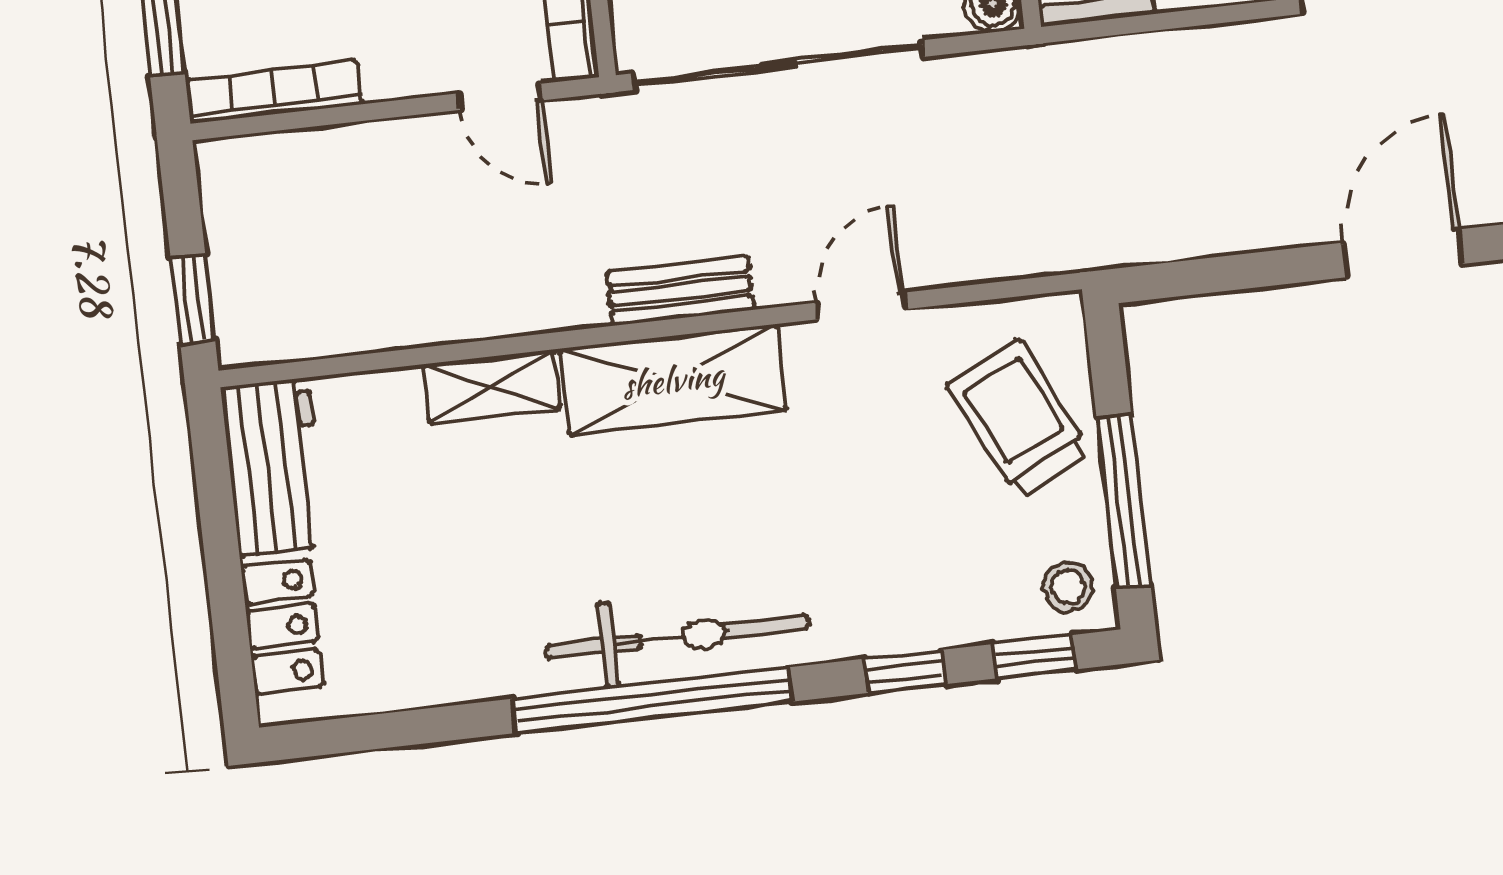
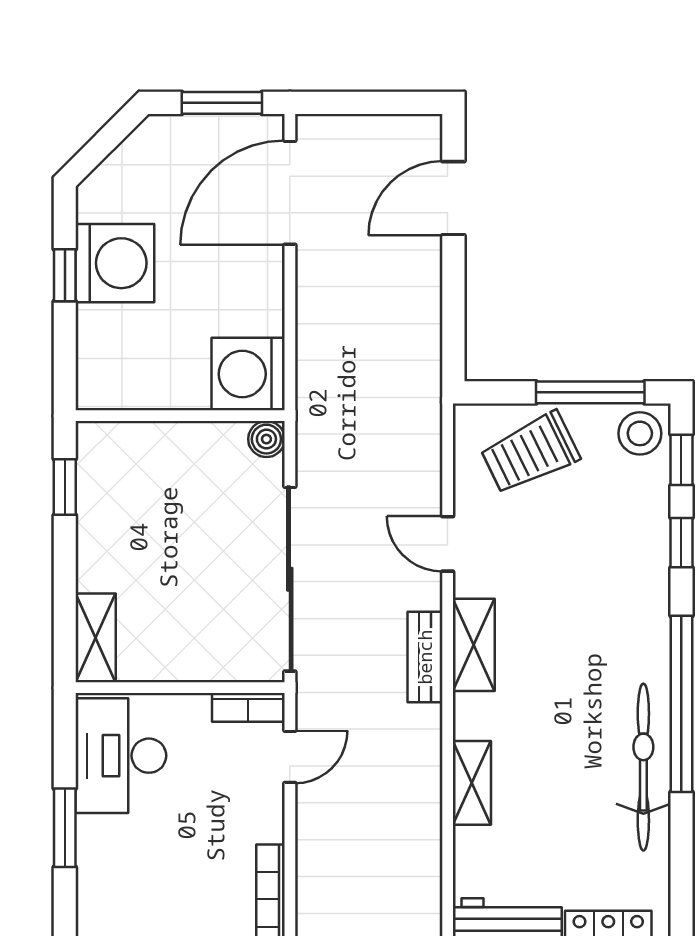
door: (1403, 253) -> (453, 198), hinge flipped
shelving: (673, 380) -> (474, 645), width x0.67, depth x0.75
stool: (1068, 587) -> (640, 433), width x1.37, depth x1.37
bicycle: (677, 637) -> (643, 767), moved

